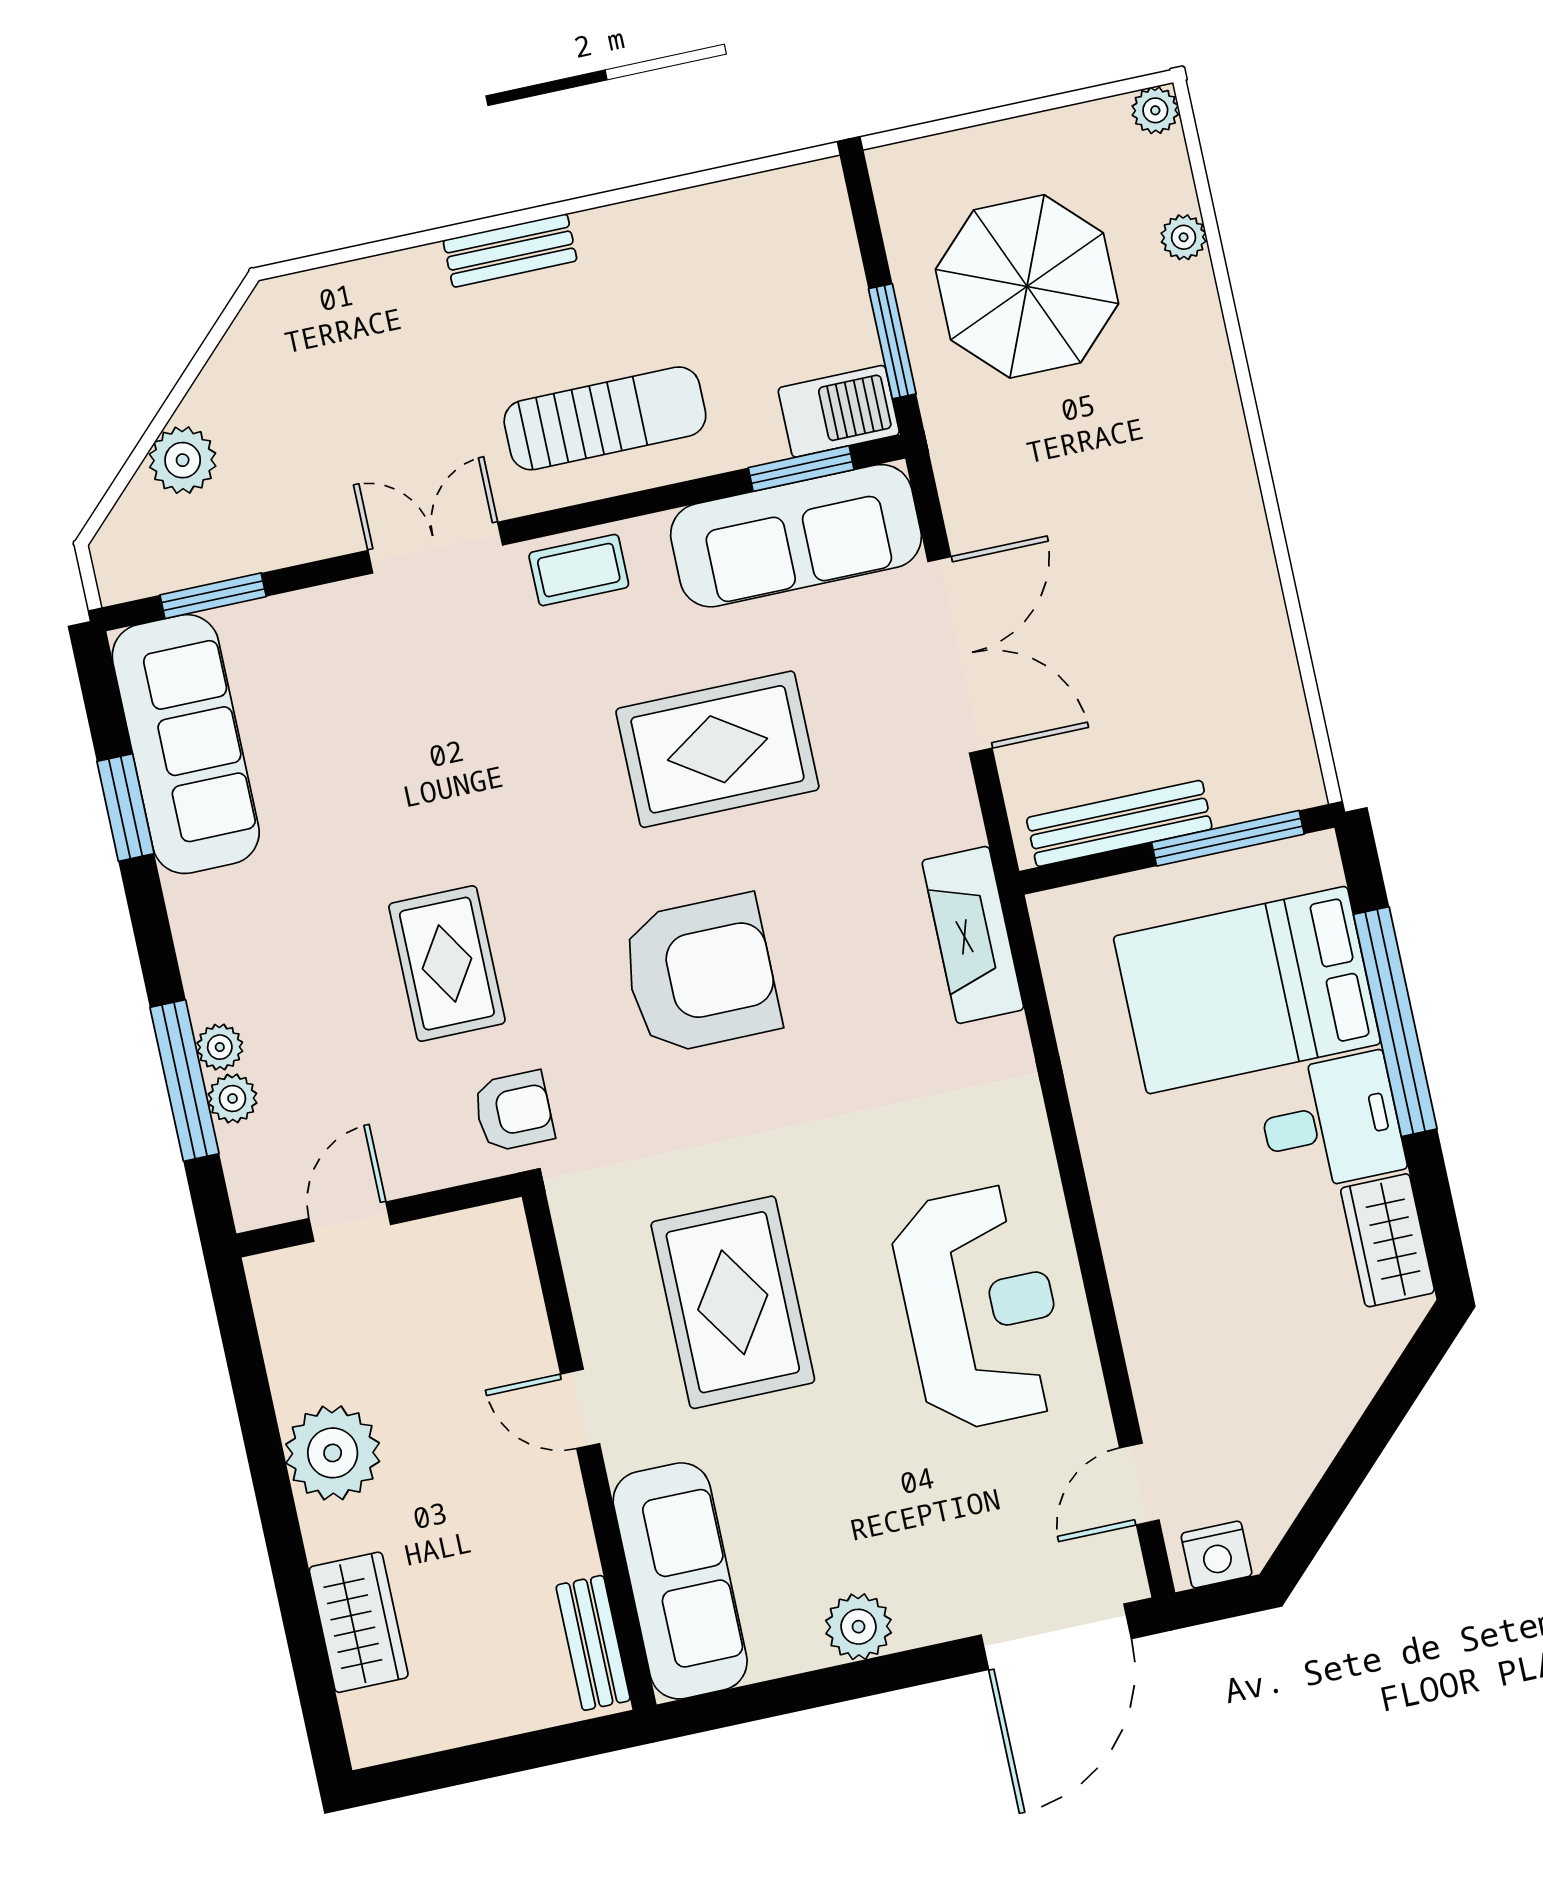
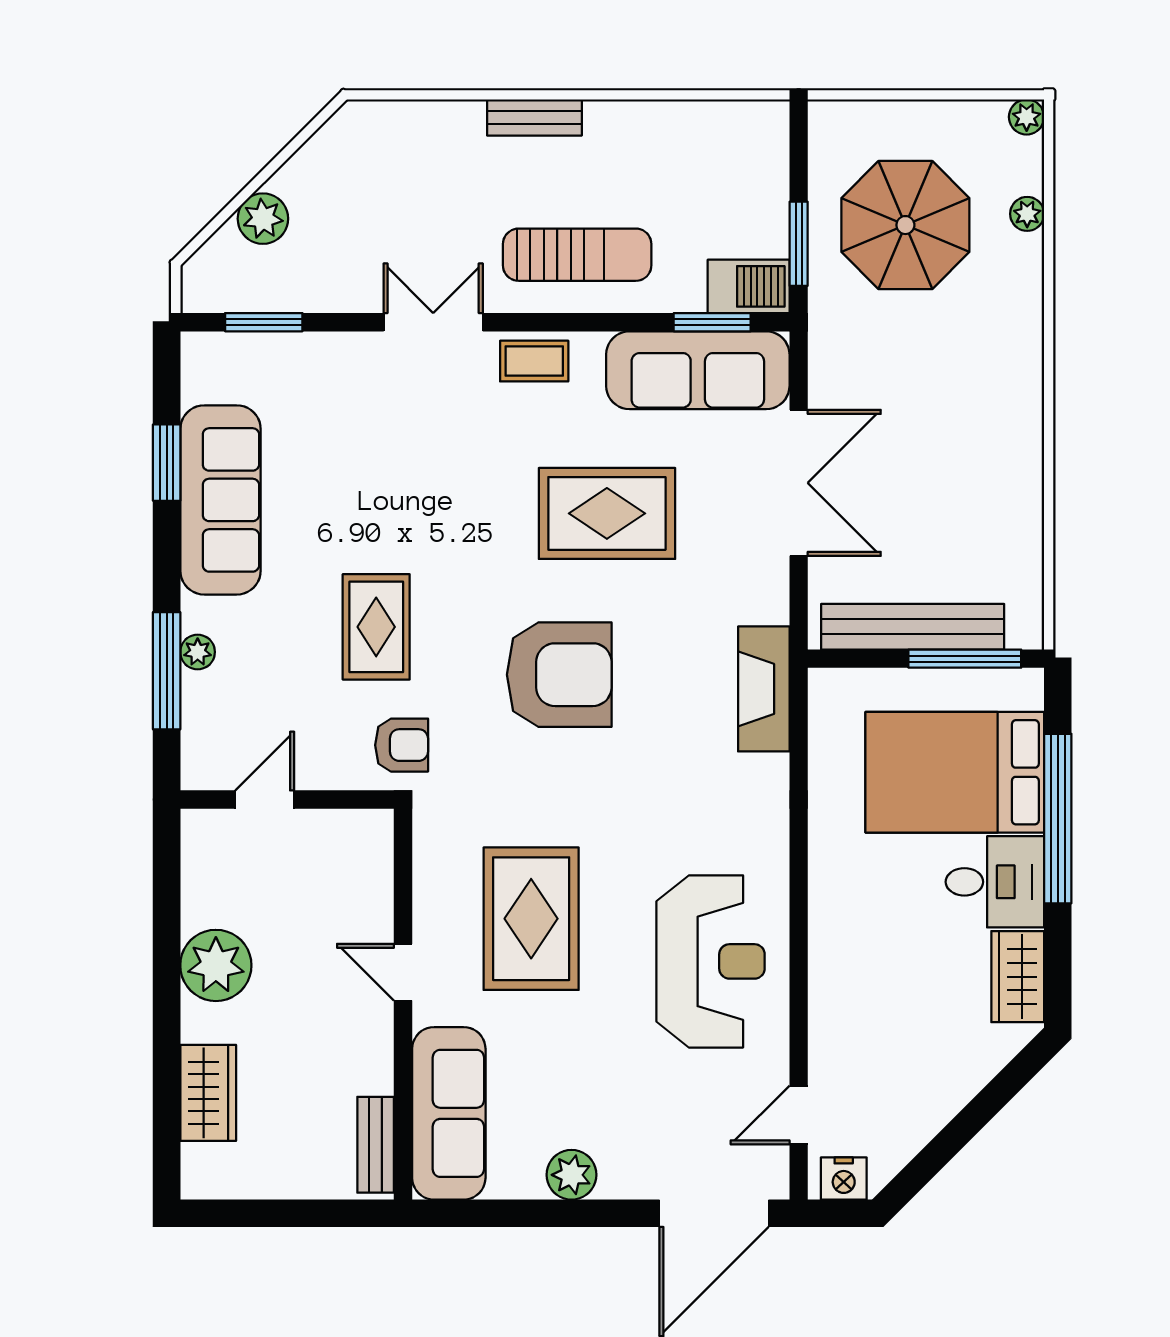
sofa: (186, 744) -> (220, 500), moved
bench: (1119, 823) -> (913, 627), width x1.37, depth x1.21
plant: (232, 1098) -> (199, 691), removed

